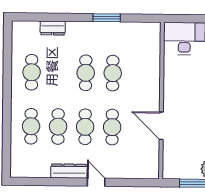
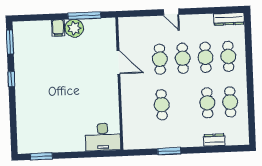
cafe table: (86, 73) -> (207, 103), moved
dresser: (69, 171) -> (229, 19), moved

